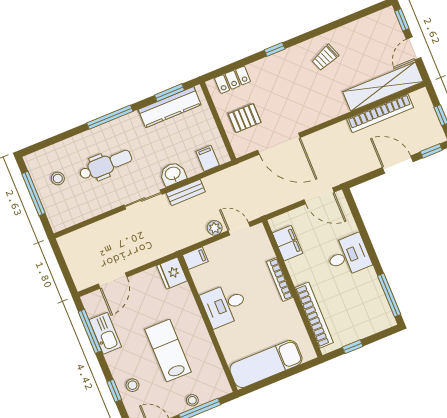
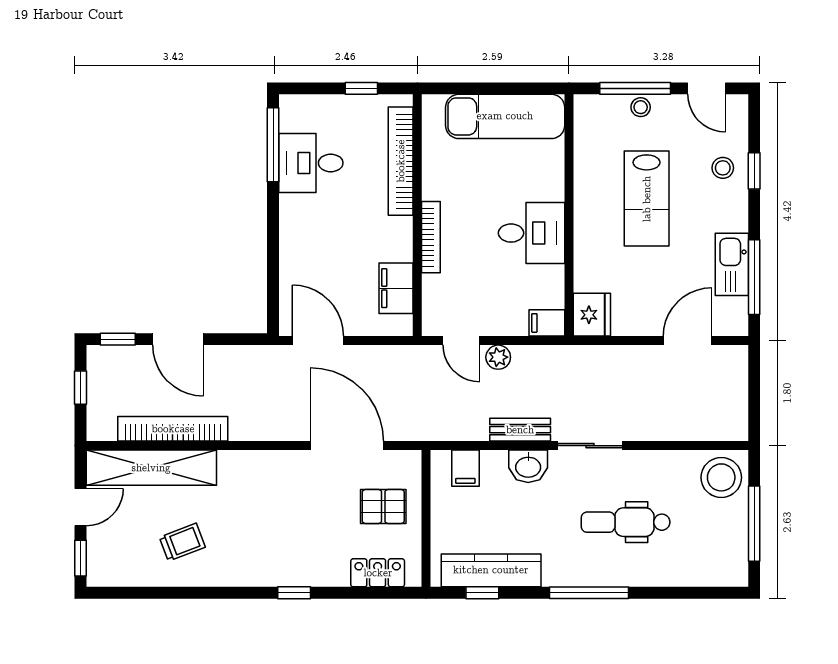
trolley: (325, 58) -> (182, 542), moved
window: (169, 93) -> (482, 593), width x0.67
stool: (58, 179) -> (721, 477), moved, width x1.89, depth x1.89
desk: (348, 256) -> (311, 163), moved

